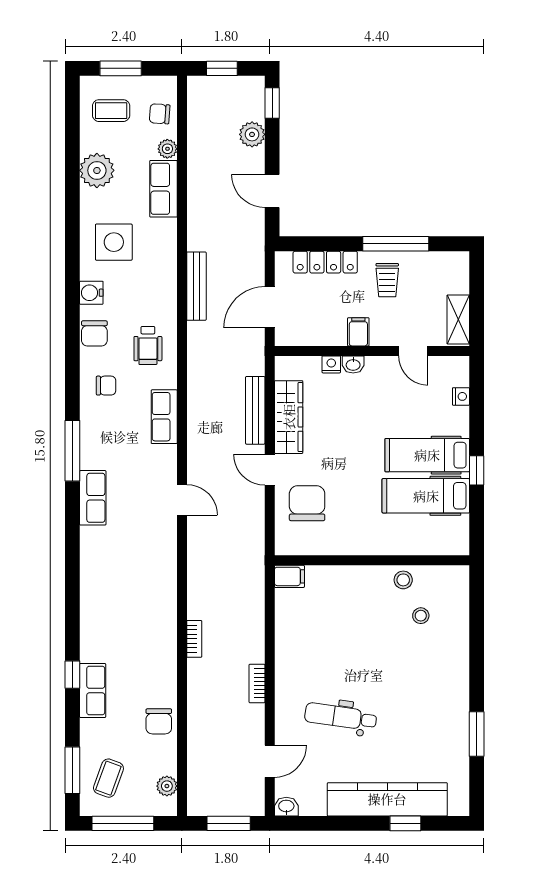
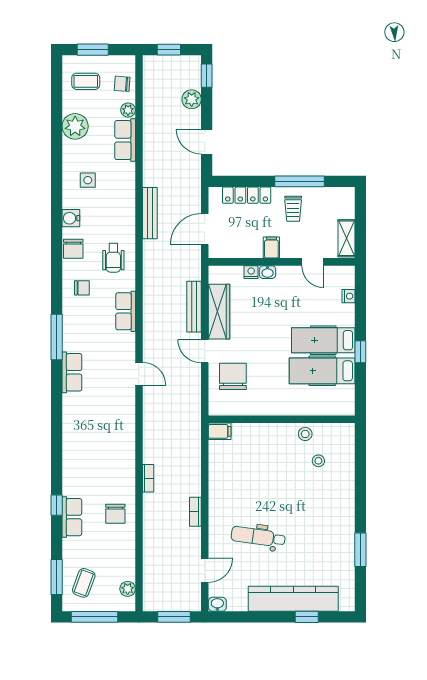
side table: (114, 242) -> (88, 180), width x0.54, depth x0.54
chair: (159, 721) -> (115, 514), moved

